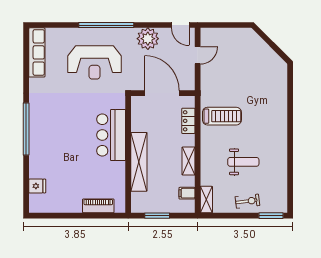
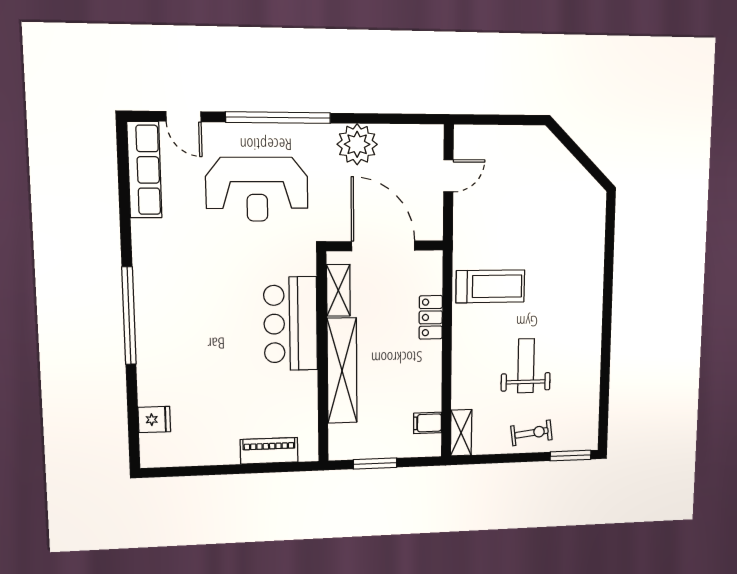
door: (180, 25) -> (184, 117), moved
locker: (188, 121) -> (431, 317), moved
shelving: (188, 161) -> (338, 290), moved
weight bench: (243, 162) -> (526, 366), turned -90

